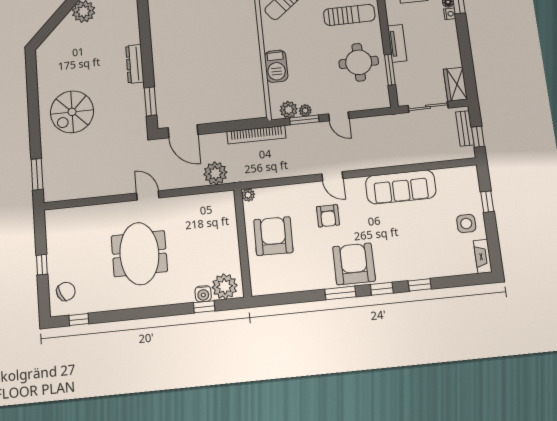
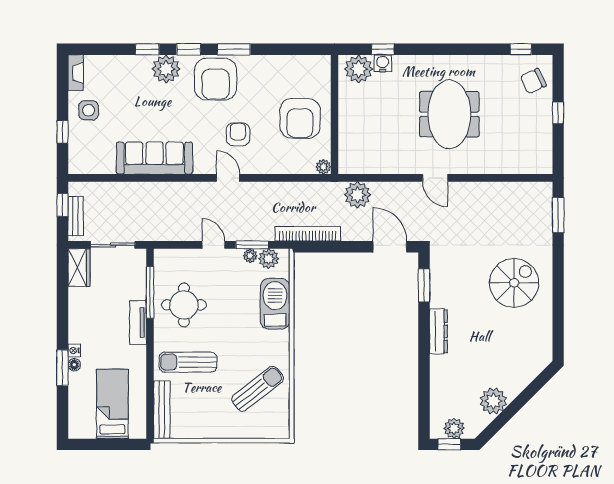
barbecue: (276, 66) -> (275, 304), width x1.37, depth x1.21
window: (390, 70) -> (150, 292), width x1.44
plant: (400, 268) -> (166, 69), added

